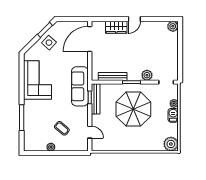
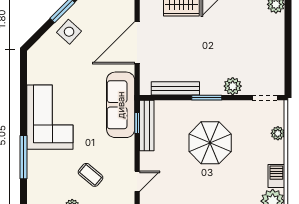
door: (90, 39) -> (137, 43), moved
corner sofa: (37, 80) -> (50, 117), moved
parasol: (133, 109) -> (210, 143), width x0.73, depth x0.73
barbecue: (173, 115) -> (276, 176), moved
door: (90, 132) -> (137, 181), hinge flipped

